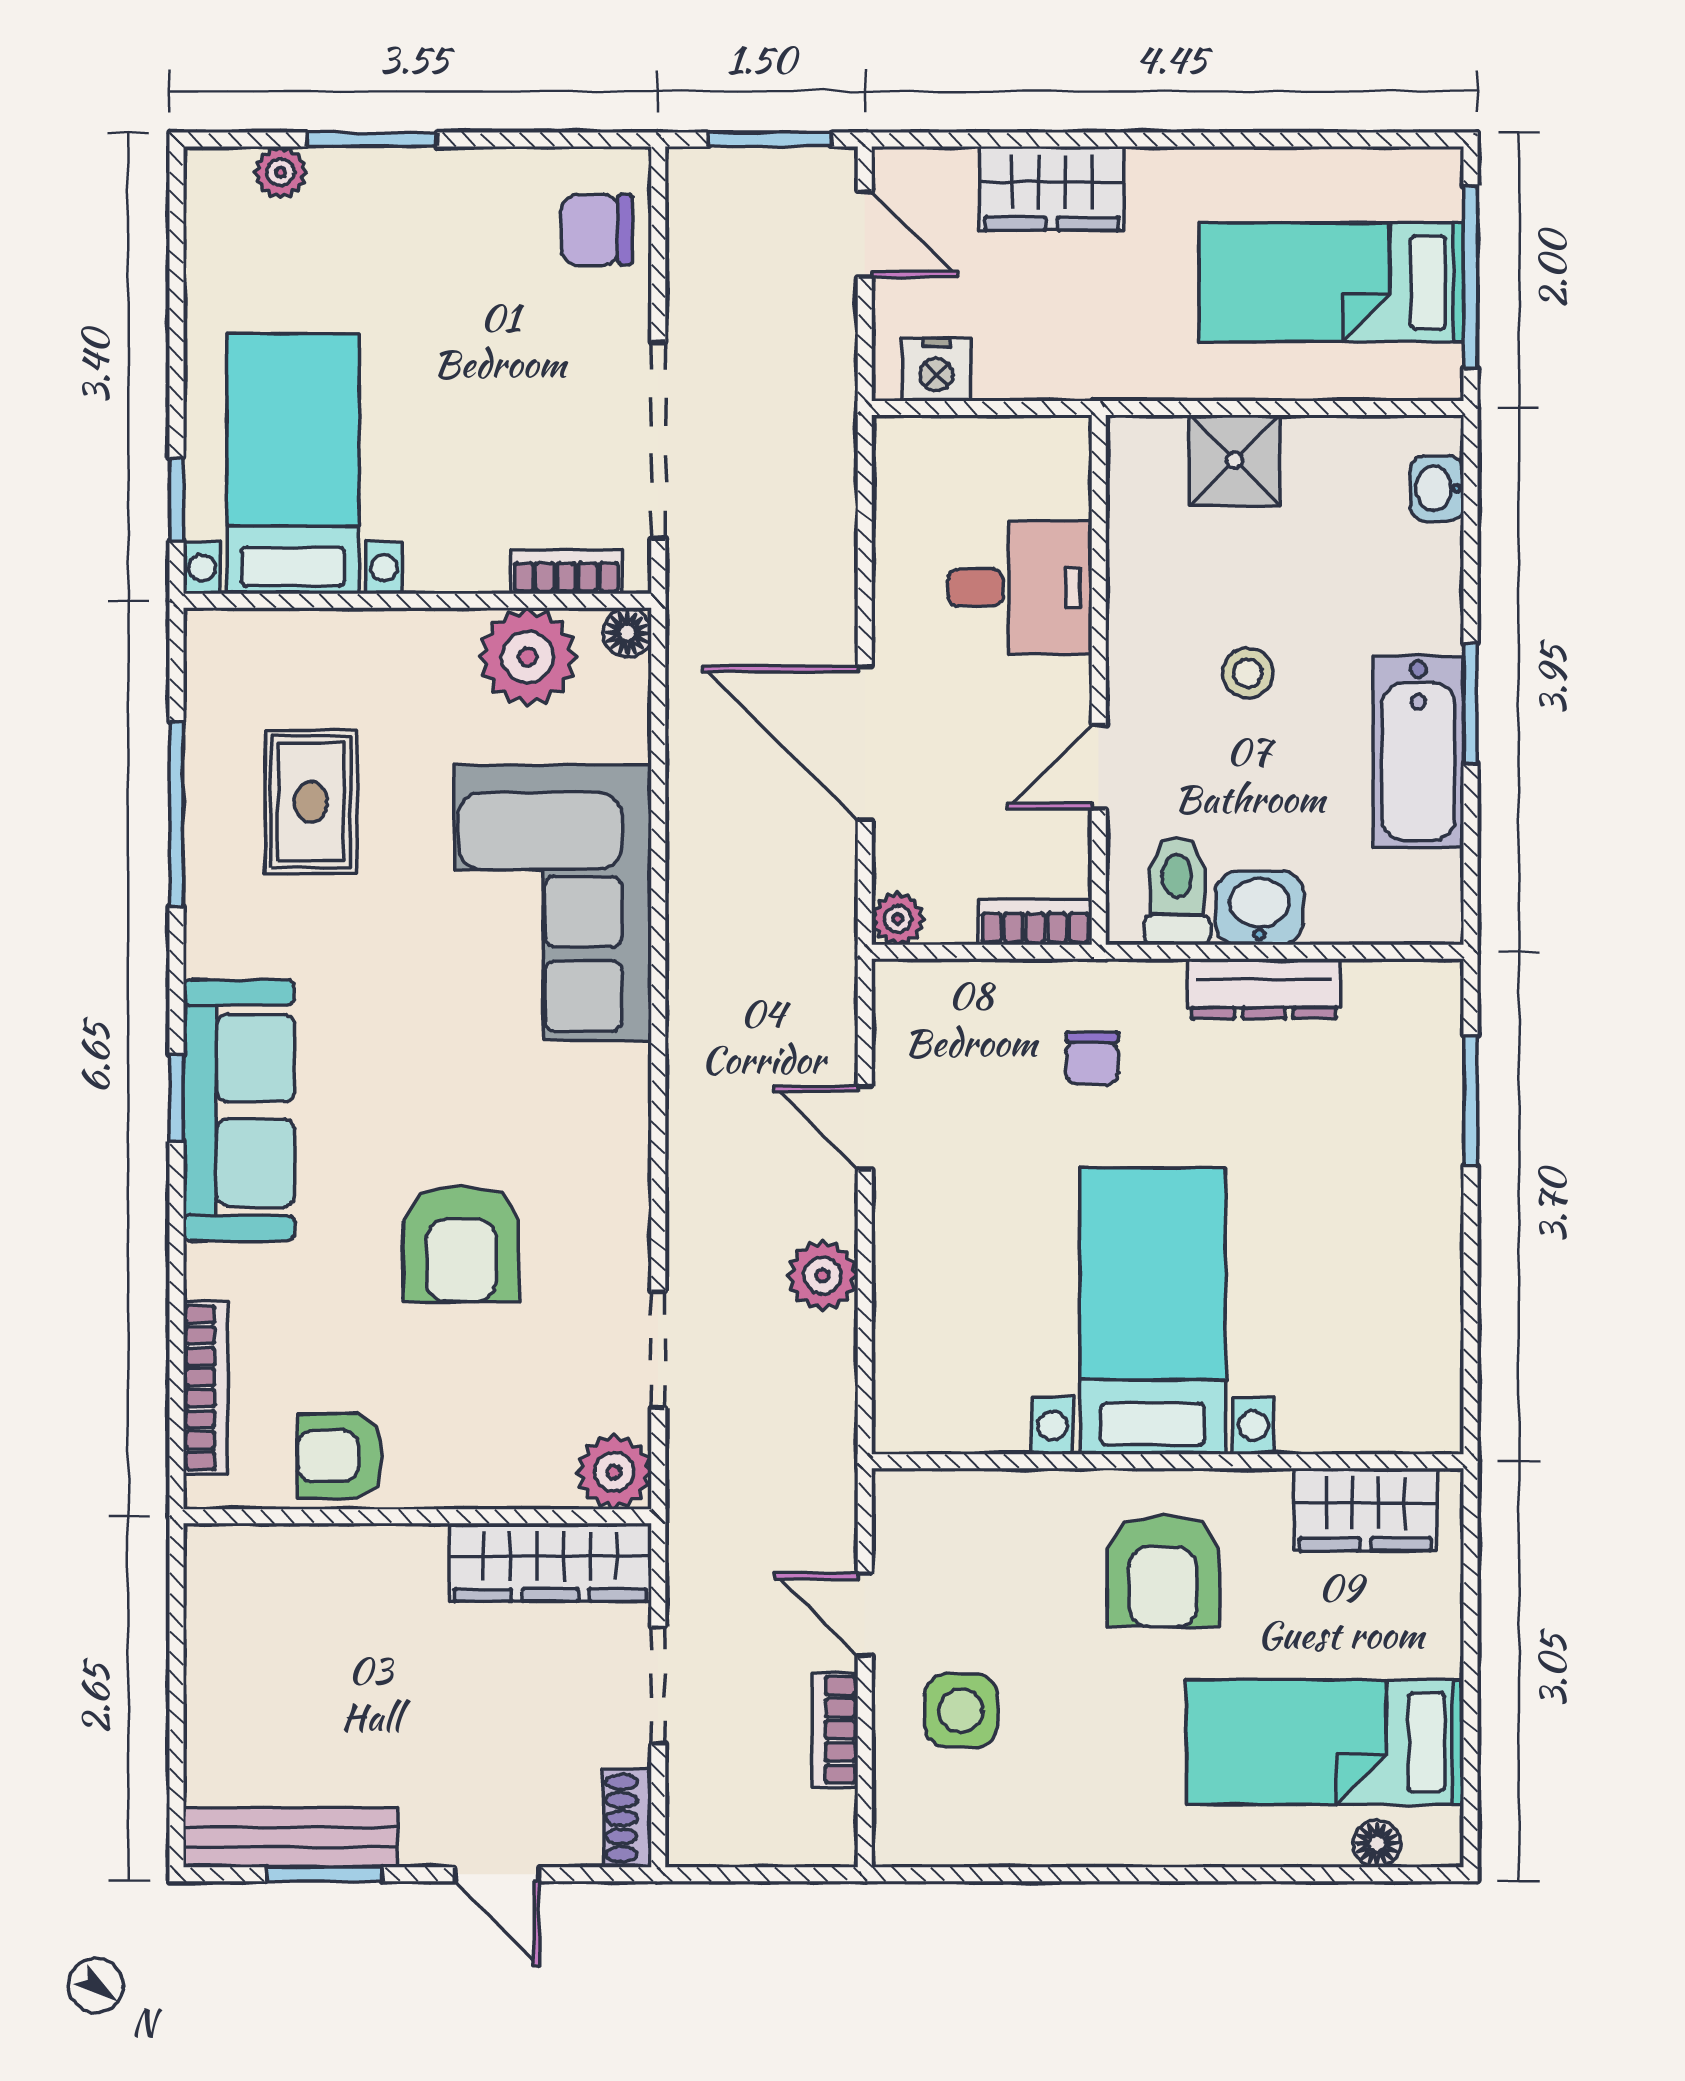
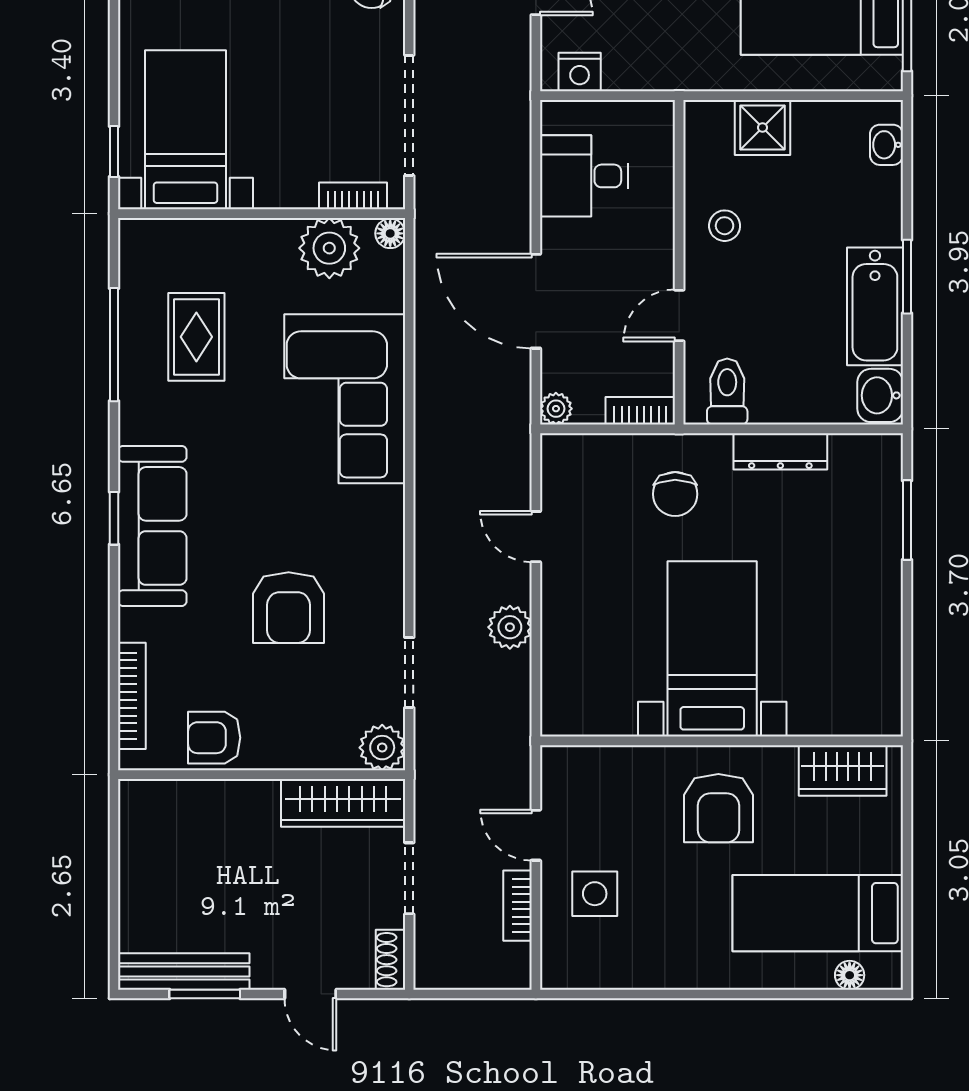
desk: (1020, 587) -> (584, 176), moved, turned 180
stool: (1248, 673) -> (725, 226), moved
washbasin: (1259, 908) -> (880, 395), moved, turned -90
chair: (1092, 1058) -> (675, 494), width x1.37, depth x1.37

